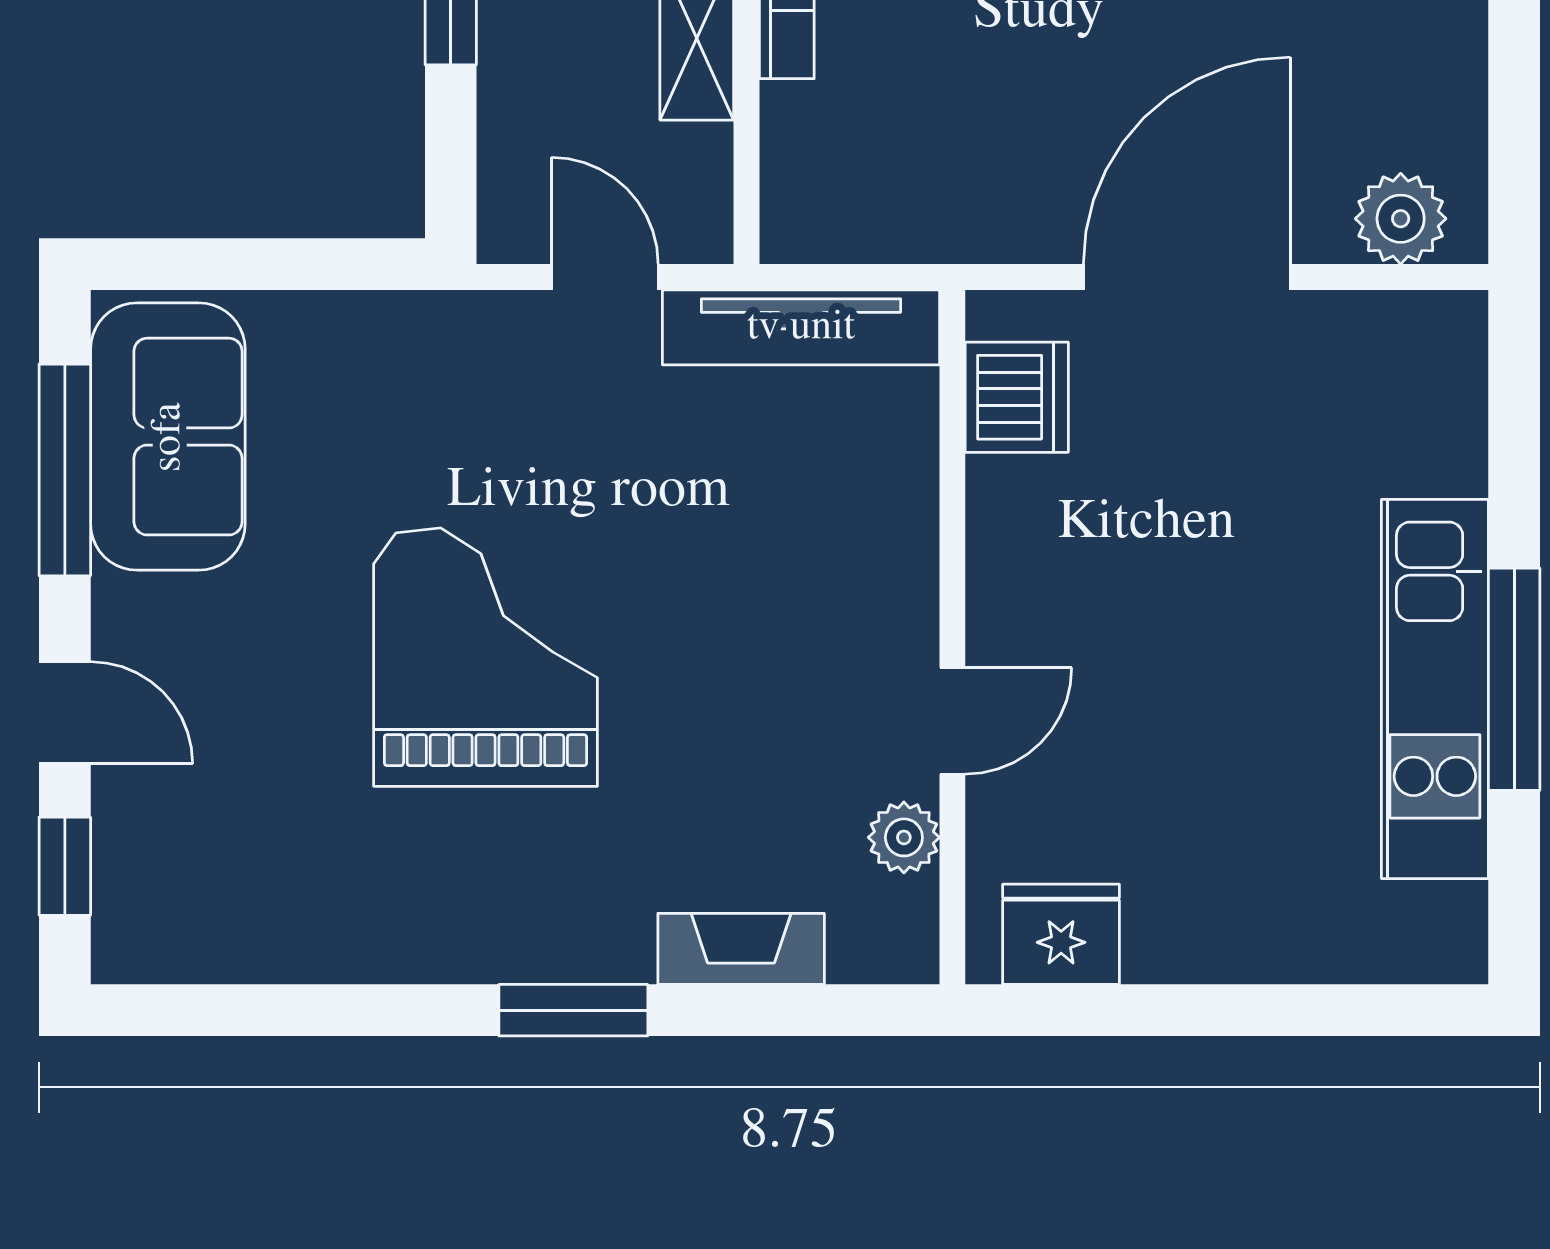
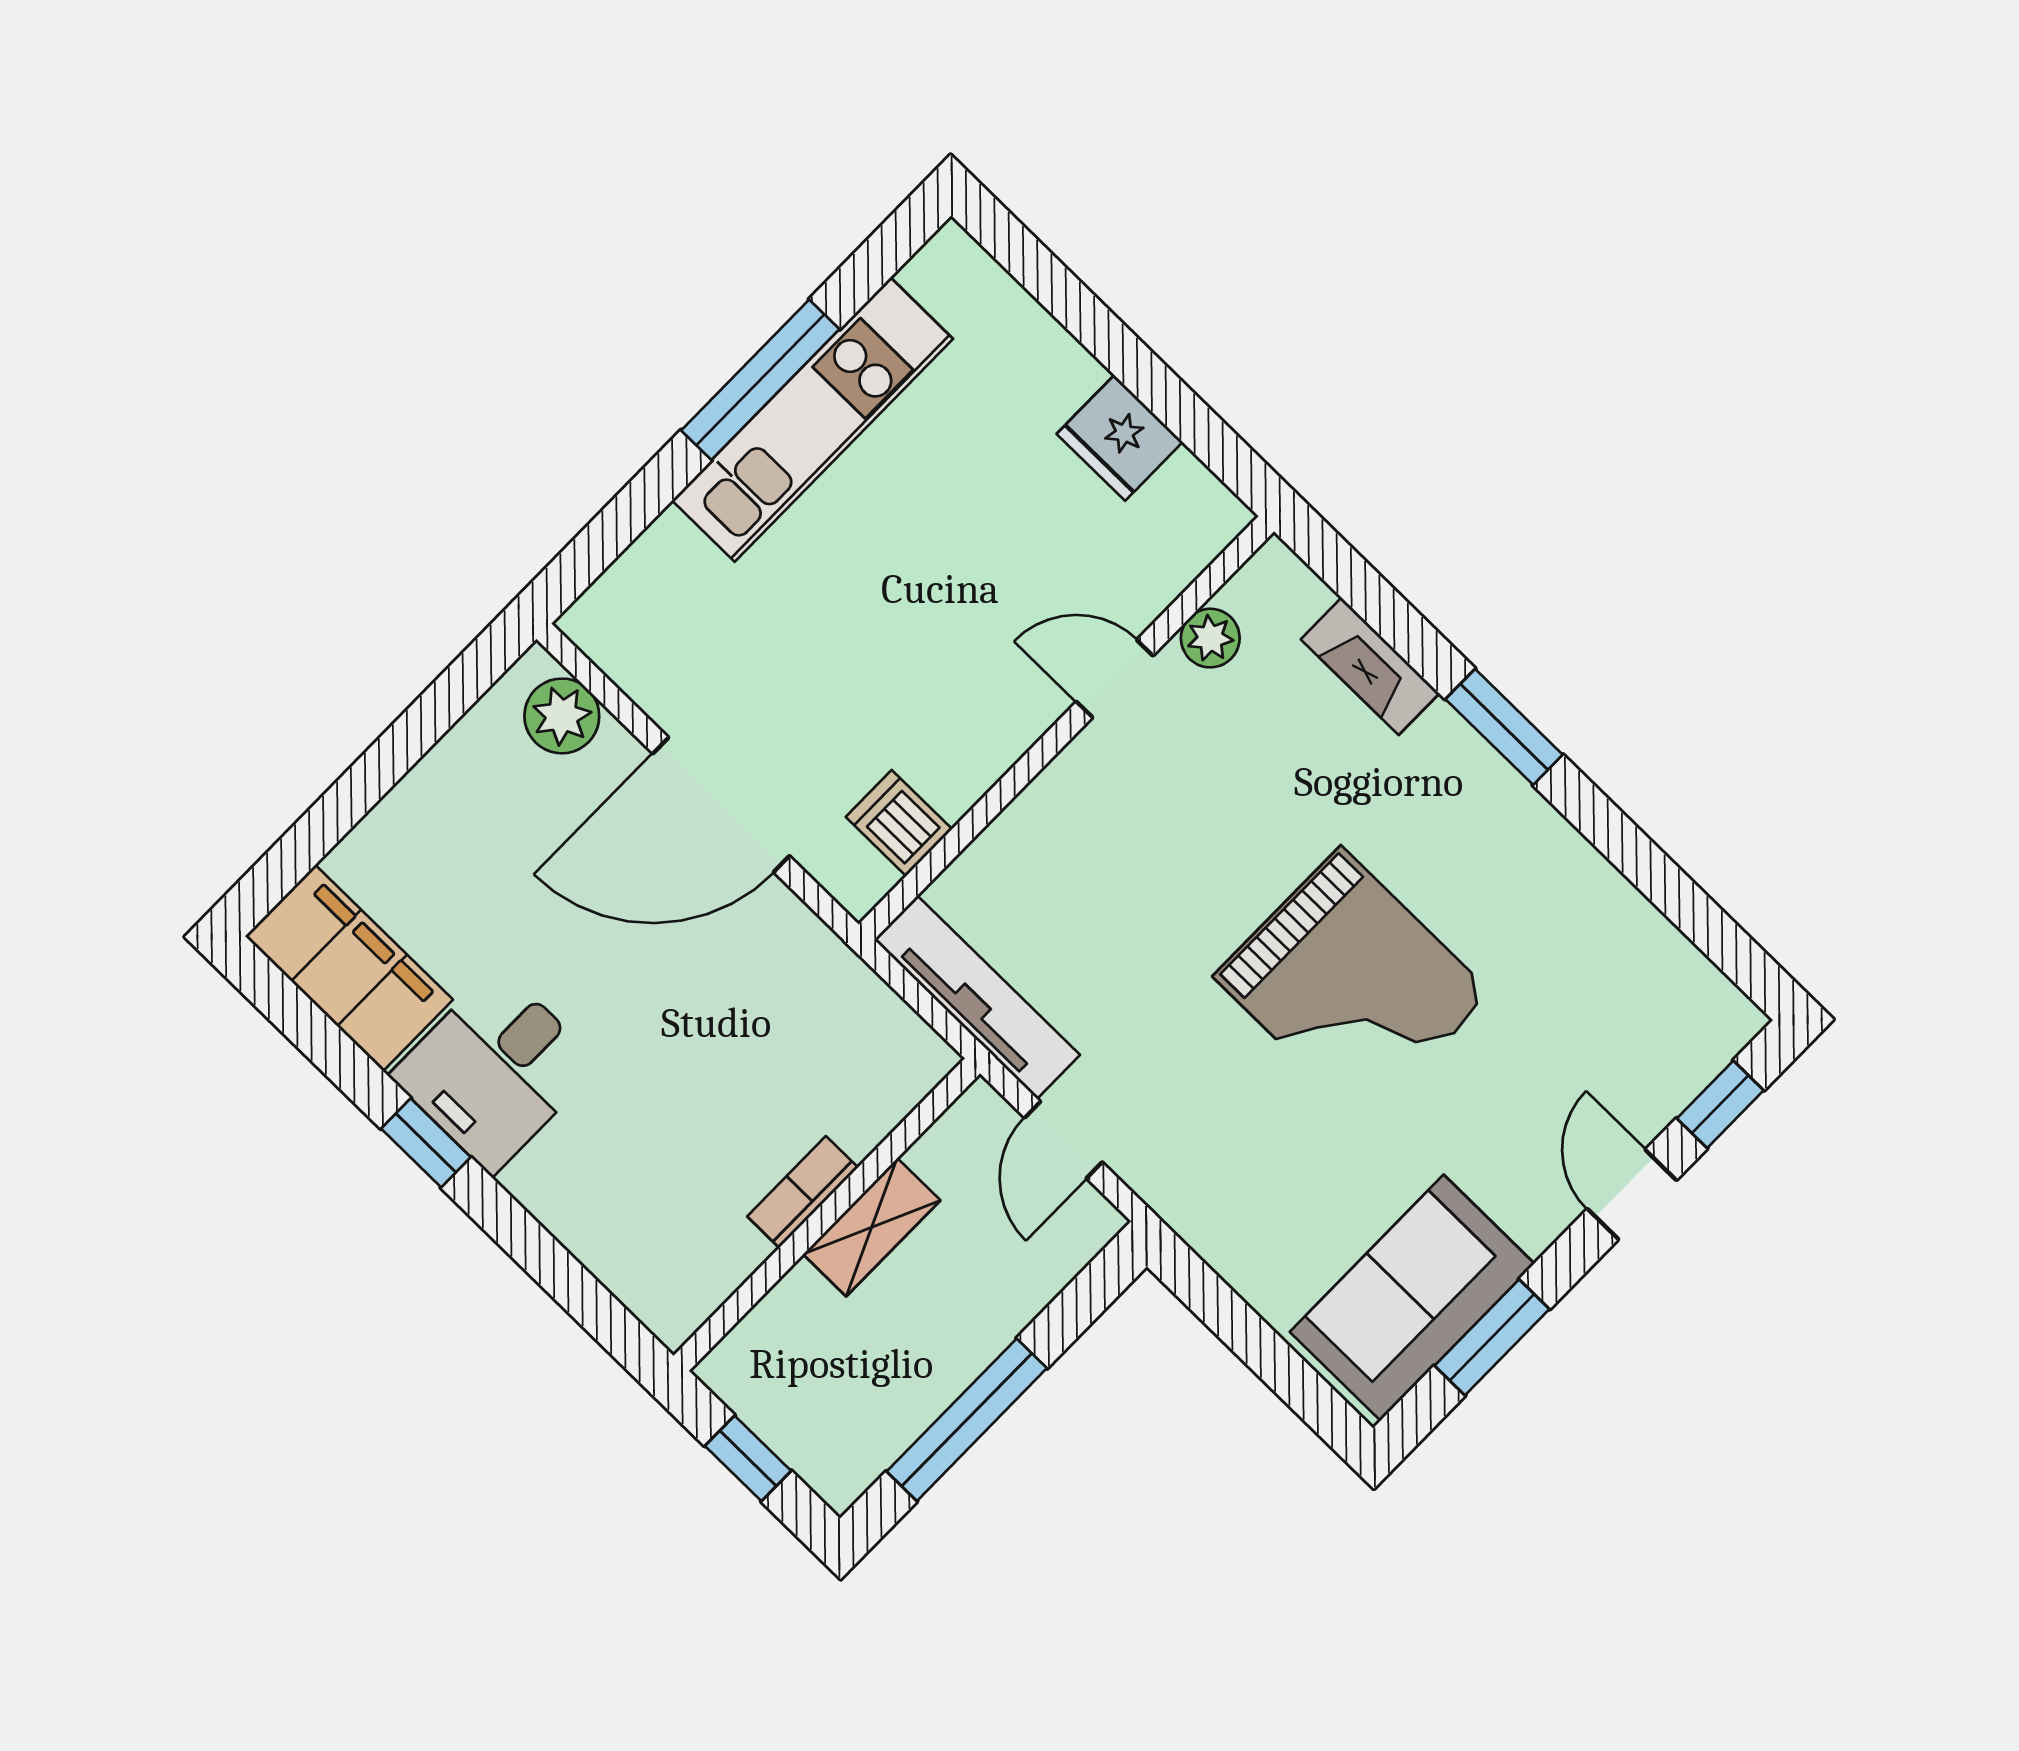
dishwasher: (1017, 397) -> (899, 823), width x0.73
window: (65, 470) -> (1492, 1337), width x0.69
grand piano: (485, 657) -> (1352, 985), turned -90
fridge: (1061, 934) -> (1120, 438), moved

